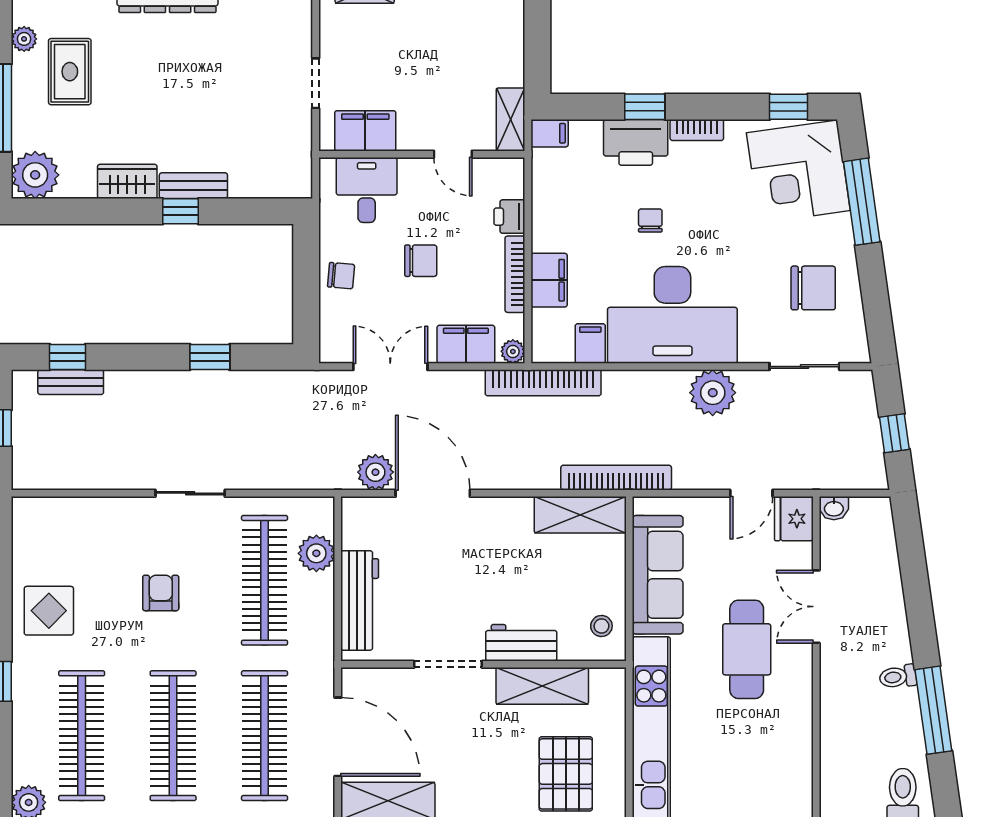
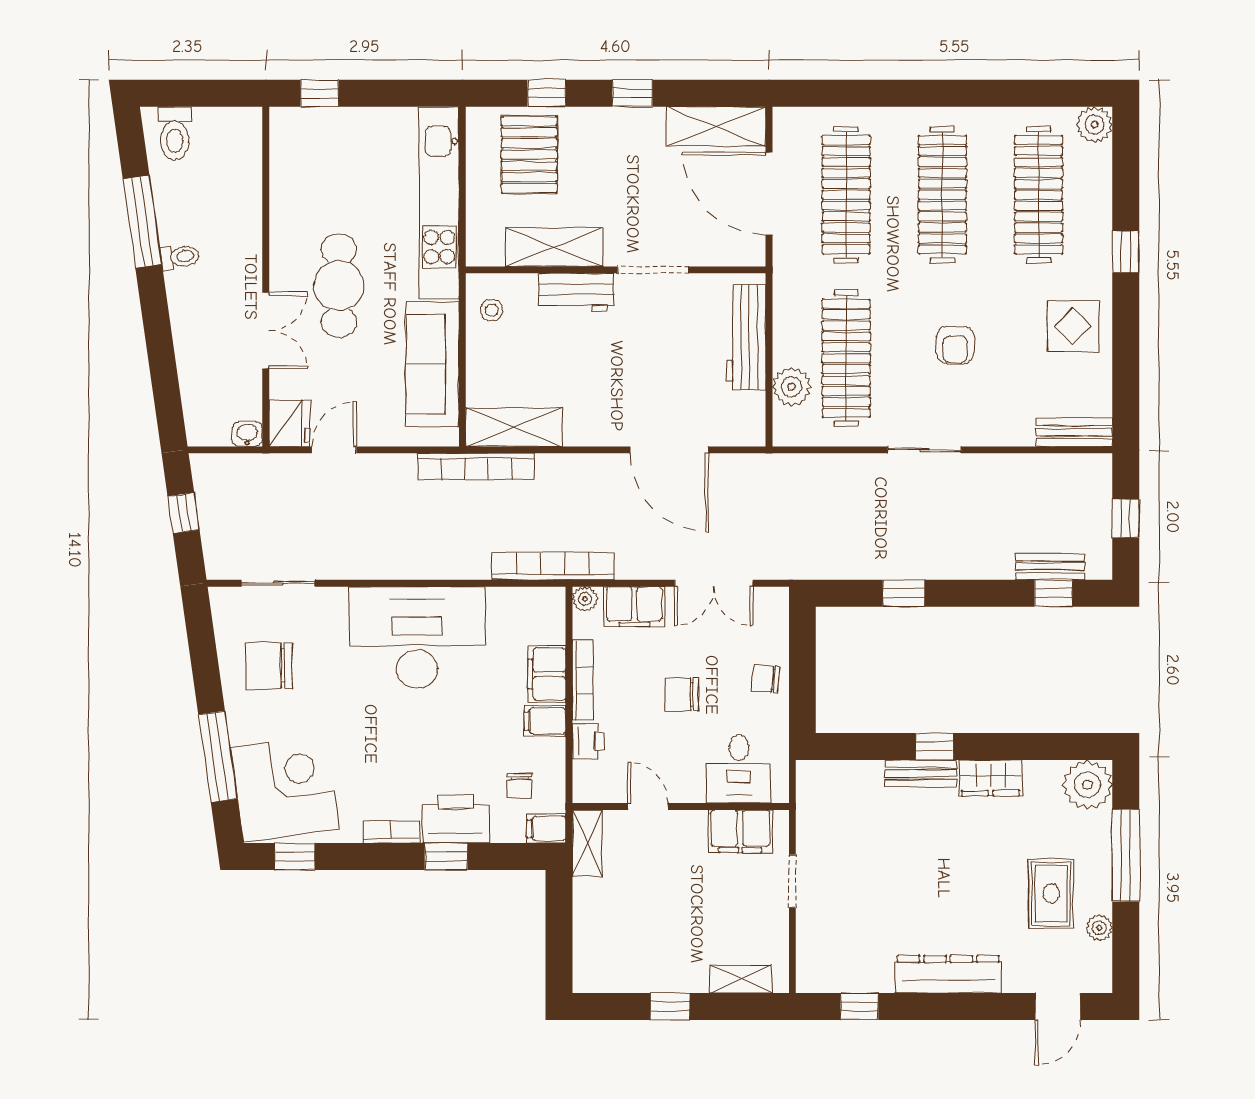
chair: (650, 220) -> (520, 786), moved
filing cabinet: (590, 343) -> (545, 721), moved, turned 90
plant: (713, 393) -> (375, 556), removed
plant: (375, 472) -> (729, 472), removed
bench: (48, 510) -> (1074, 432), added

